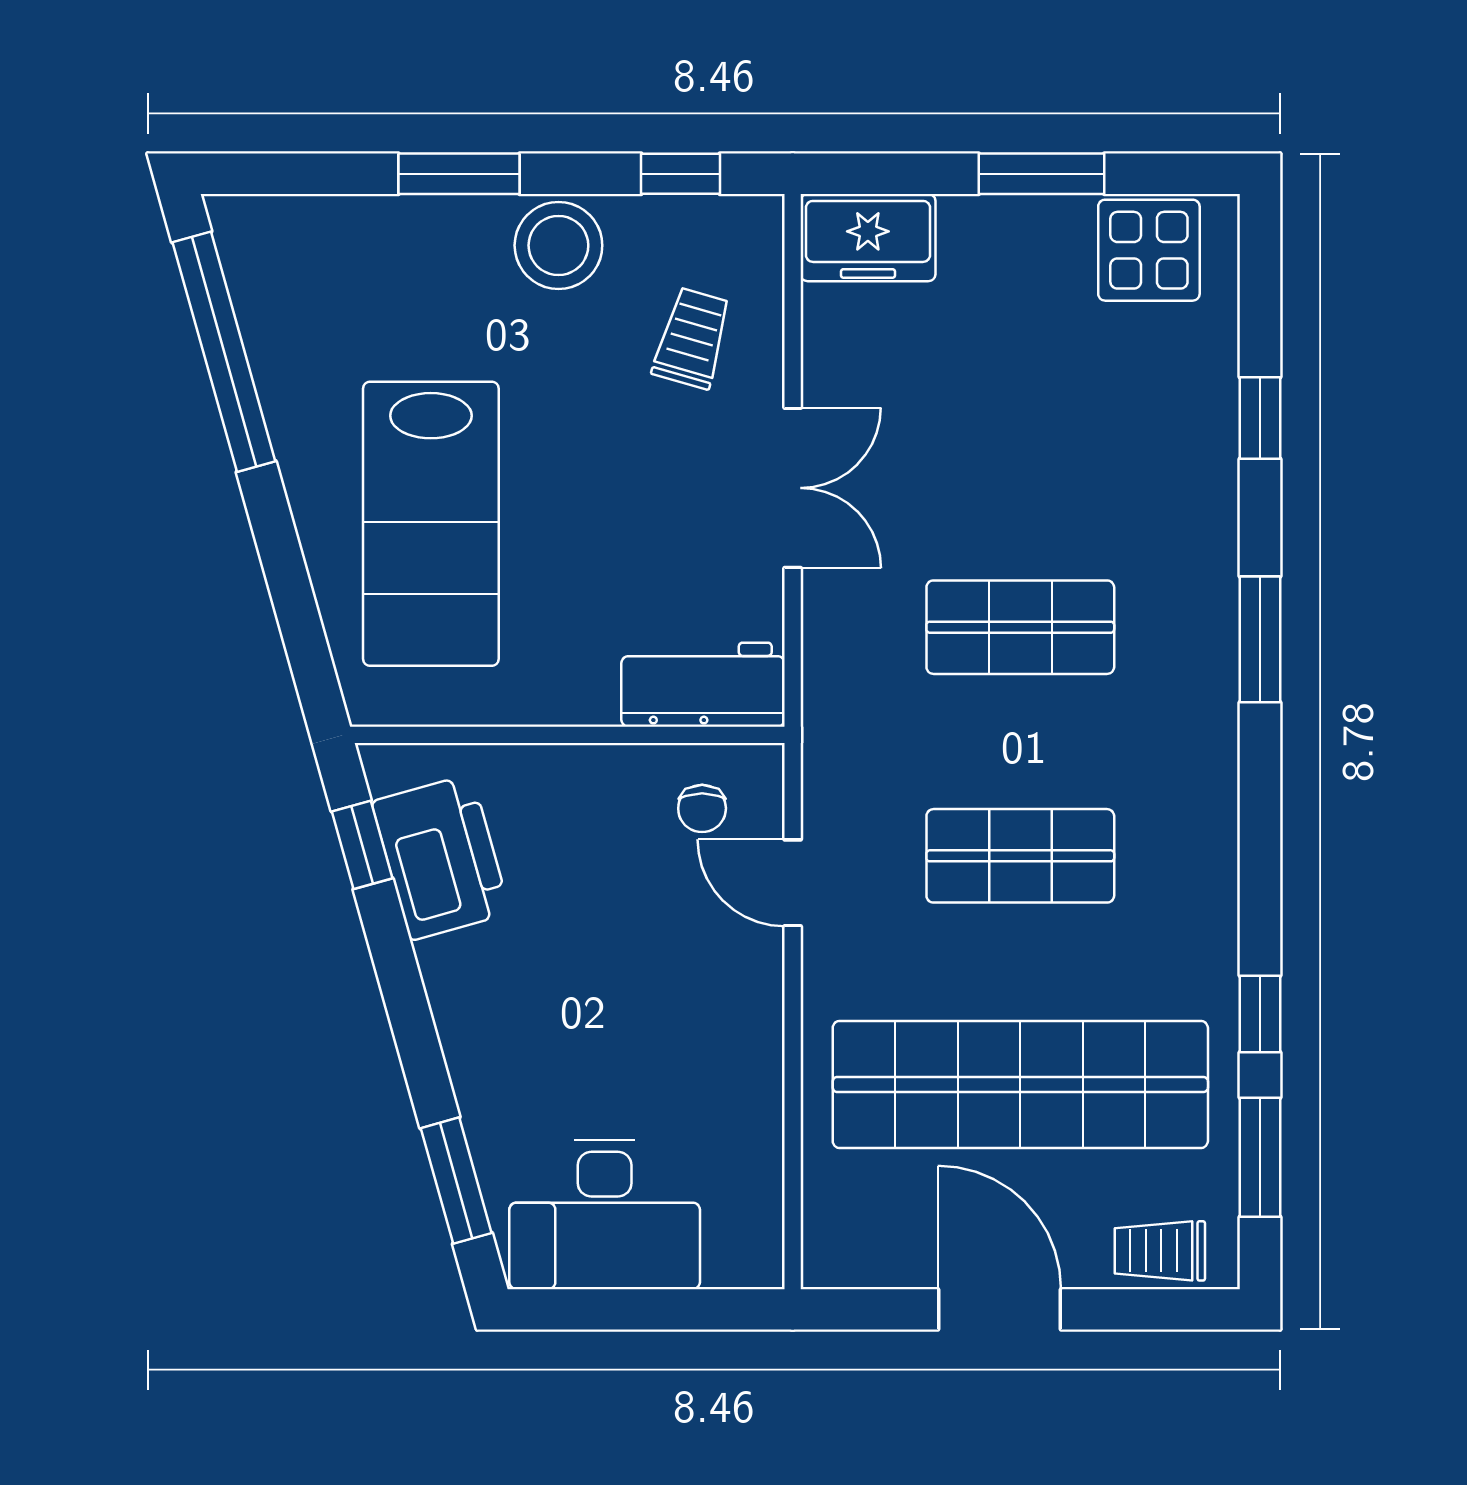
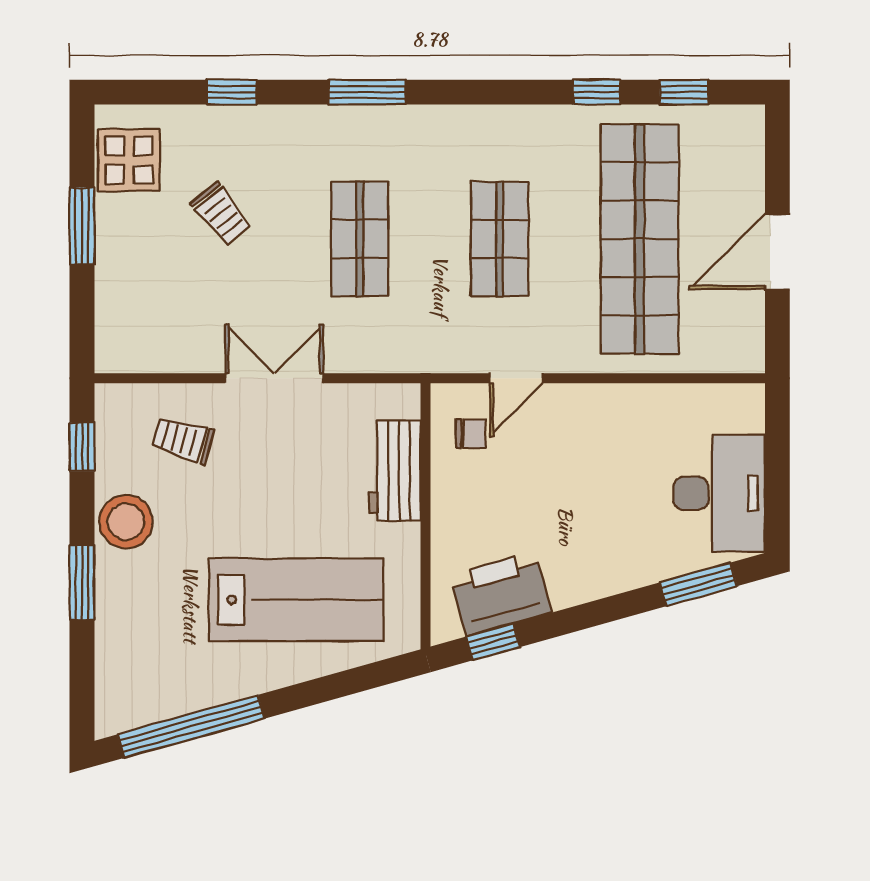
freezer: (868, 238) -> (121, 332), removed
workbench: (703, 685) -> (395, 471), moved
window: (1260, 1157) -> (684, 92), width x0.67
trolley: (1160, 1251) -> (221, 214), moved, turned -39

